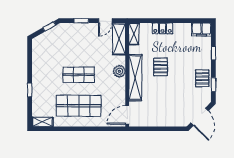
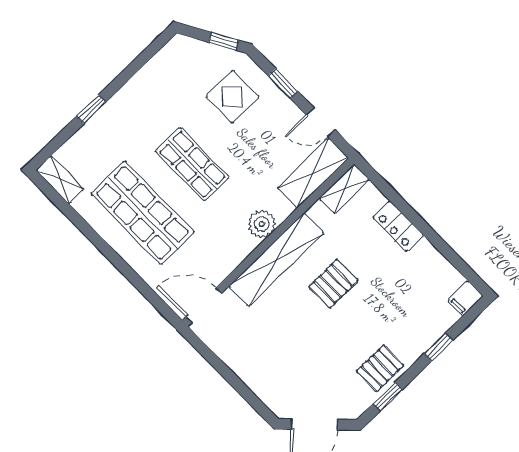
filing cabinet: (202, 29) -> (465, 298), width x0.50
display table: (70, 41) -> (232, 97), added

